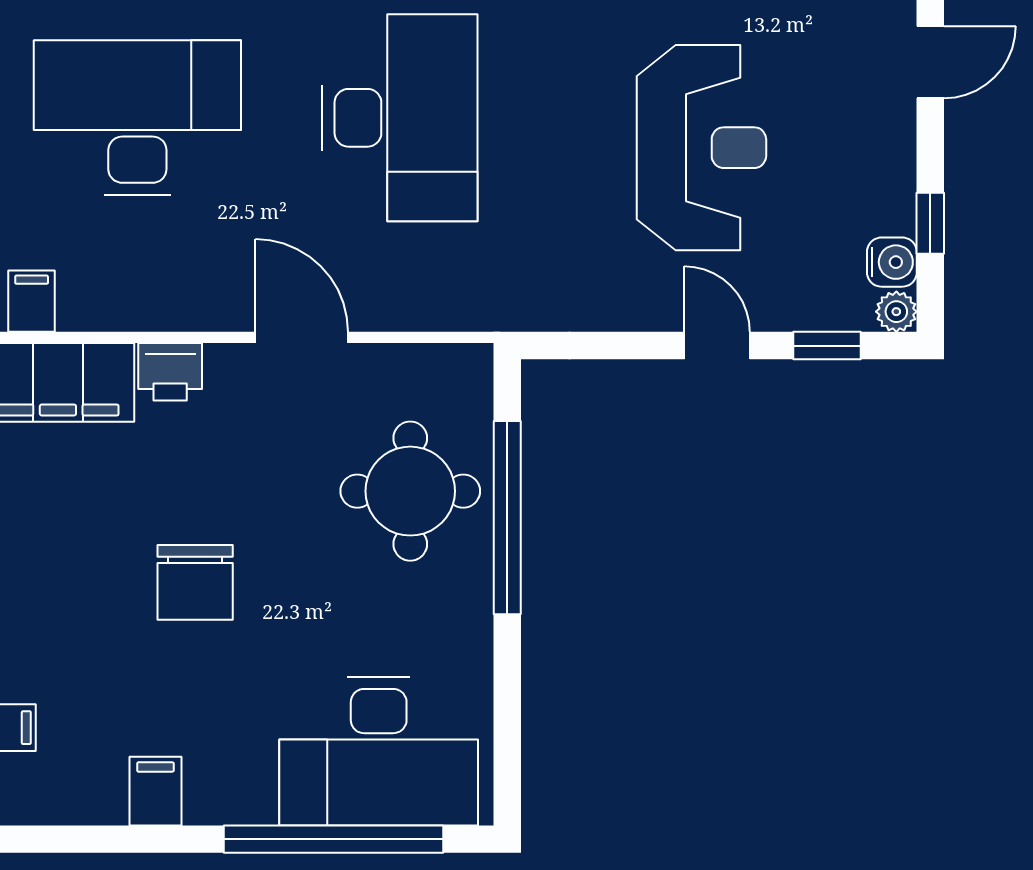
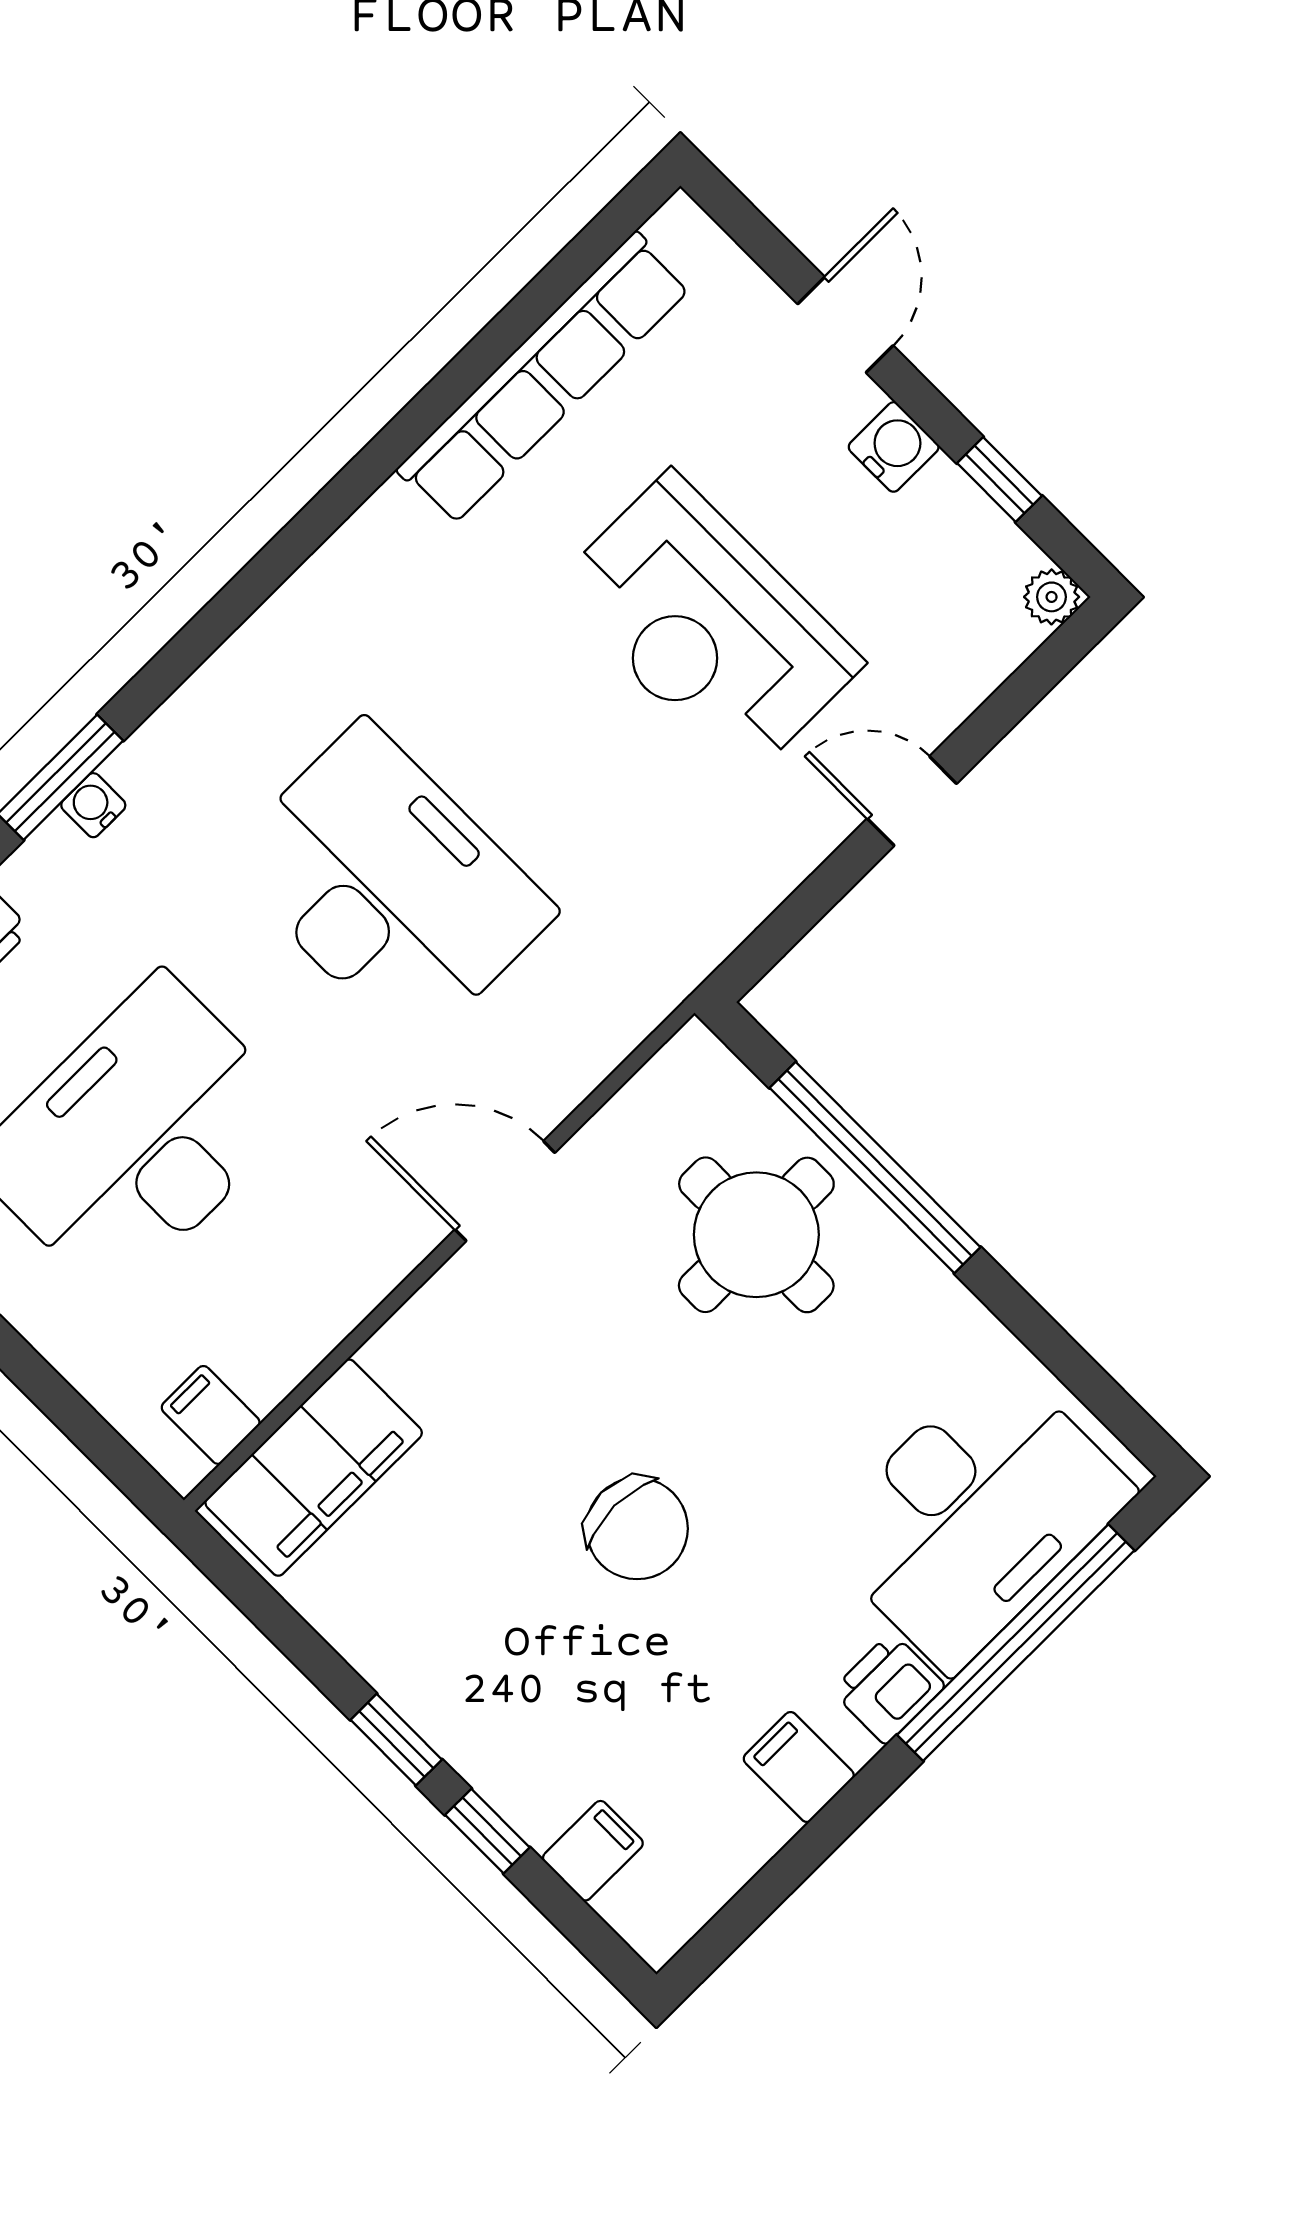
reception desk: (701, 148) -> (707, 626), turned 180
water cooler: (892, 262) -> (894, 447), moved
window: (827, 346) -> (1017, 696), removed
printer: (170, 372) -> (888, 1688), moved, turned 180

